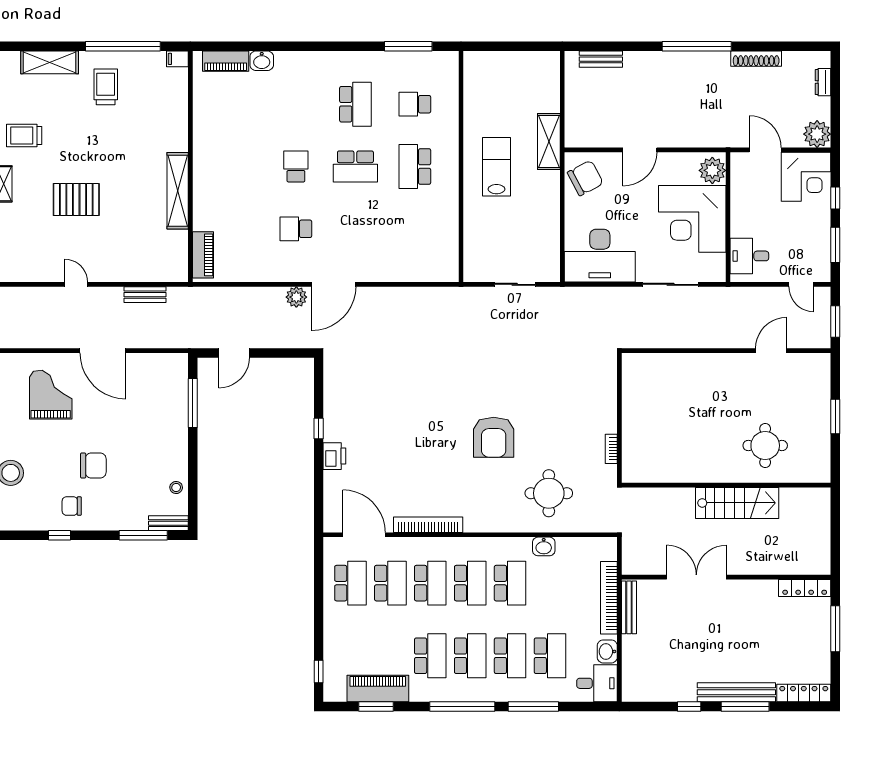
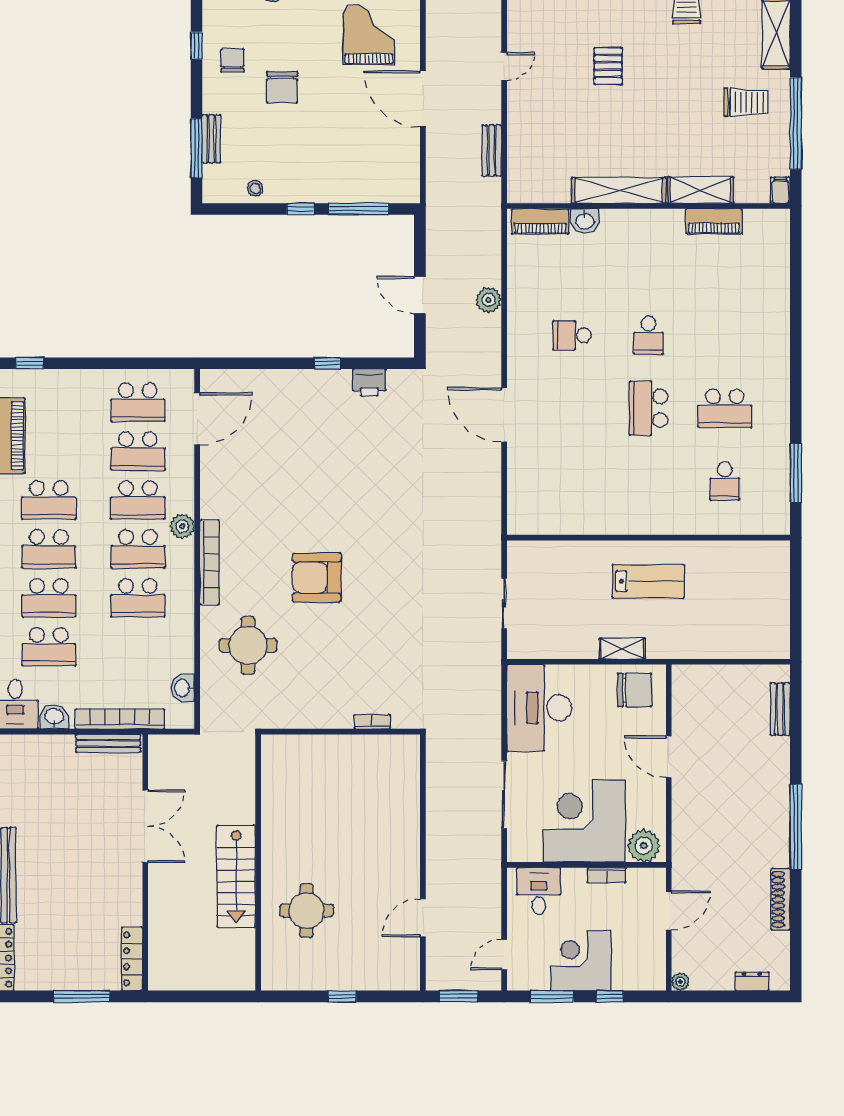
piano: (226, 61) -> (714, 221), moved, turned -90
washbasin: (262, 61) -> (585, 221), moved, turned -90
school desk: (415, 104) -> (725, 481), turned 180
shelving: (177, 124) -> (701, 190), added
plant: (817, 134) -> (680, 982), width x0.53, depth x0.53
shelving: (549, 142) -> (622, 649), moved, width x0.67, depth x0.75
school desk: (296, 167) -> (648, 335), turned 90
school desk: (415, 167) -> (648, 481), removed
corner desk: (806, 177) -> (581, 961), moved, turned 90
chair: (585, 178) -> (634, 690), turned -62
pallet: (76, 199) -> (608, 66), width x0.67, depth x0.71
bookcase: (736, 201) -> (607, 875), added
school desk: (296, 229) -> (572, 335), turned -90
door: (334, 284) -> (504, 415), moved
plant: (296, 297) -> (489, 300), moved
door: (103, 351) -> (423, 99), hinge flipped
door: (771, 351) -> (423, 918), swing flipped
door: (234, 353) -> (420, 295), moved
grand piano: (51, 395) -> (369, 35), turned -90
window: (835, 416) -> (342, 996), width x0.67
bookcase: (611, 449) -> (372, 722), moved
window: (193, 450) -> (301, 209), added
printer: (334, 456) -> (369, 383), moved
bench: (168, 523) -> (211, 139), moved
bookcase: (428, 525) -> (210, 562), moved
washbasin: (544, 546) -> (183, 688), moved
plant: (452, 547) -> (182, 526), added

